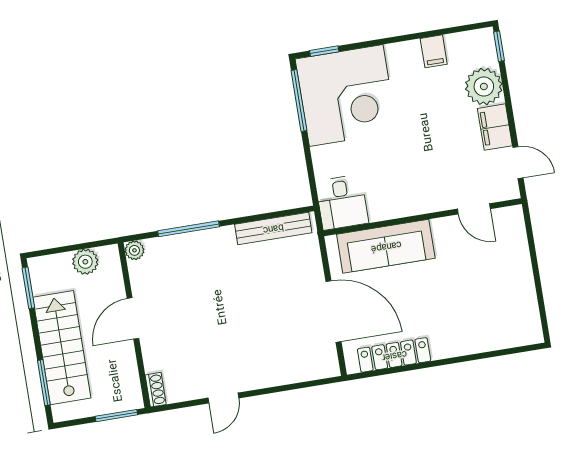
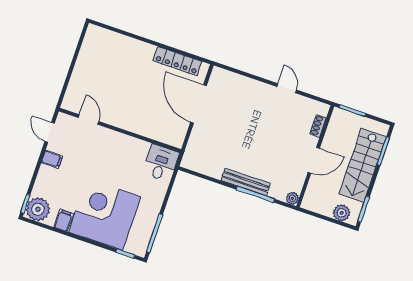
plant: (484, 86) -> (38, 209), moved
corner desk: (346, 96) -> (105, 214), moved
filing cabinet: (495, 127) -> (52, 159), width x0.50
bench: (273, 228) -> (246, 182), moved
sofa: (386, 246) -> (149, 125), removed
plant: (85, 262) -> (342, 213), moved
shoe rack: (156, 390) -> (318, 126), moved
door: (223, 398) -> (287, 88), hinge flipped

